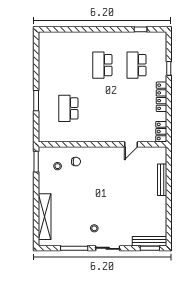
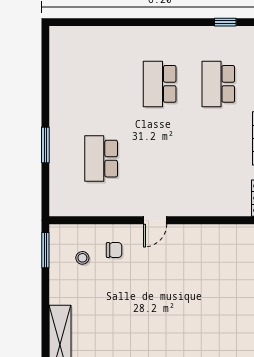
door: (131, 144) -> (155, 220), moved

